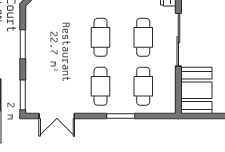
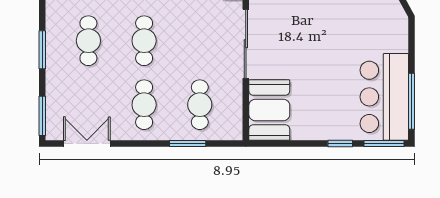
cafe table: (143, 37) -> (88, 41), moved
double door: (57, 116) -> (87, 143), swing flipped
window: (121, 116) -> (188, 143), moved

